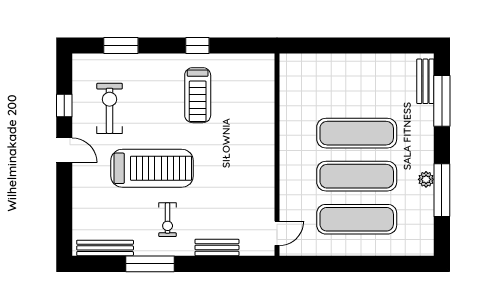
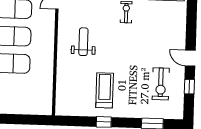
treadmill: (152, 168) -> (135, 45), removed
weight bench: (233, 171) -> (83, 42), added

